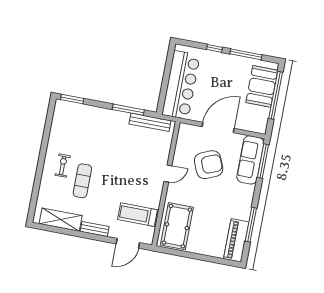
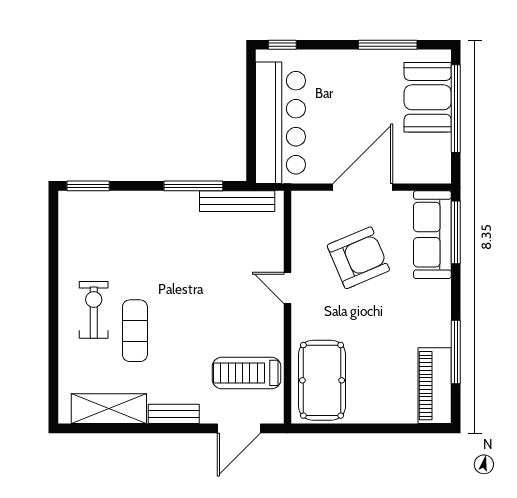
window: (215, 48) -> (282, 45), moved
exercise bike: (63, 165) -> (94, 310), width x1.38, depth x1.39
door: (168, 174) -> (288, 288), swing flipped

